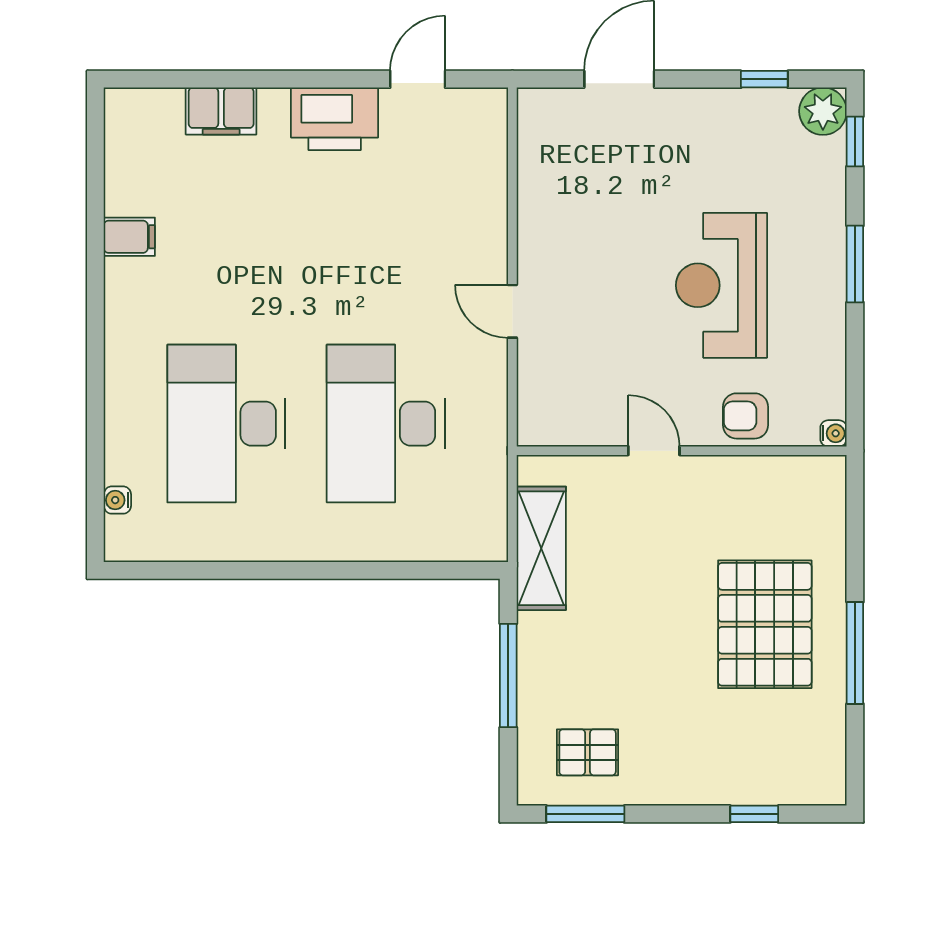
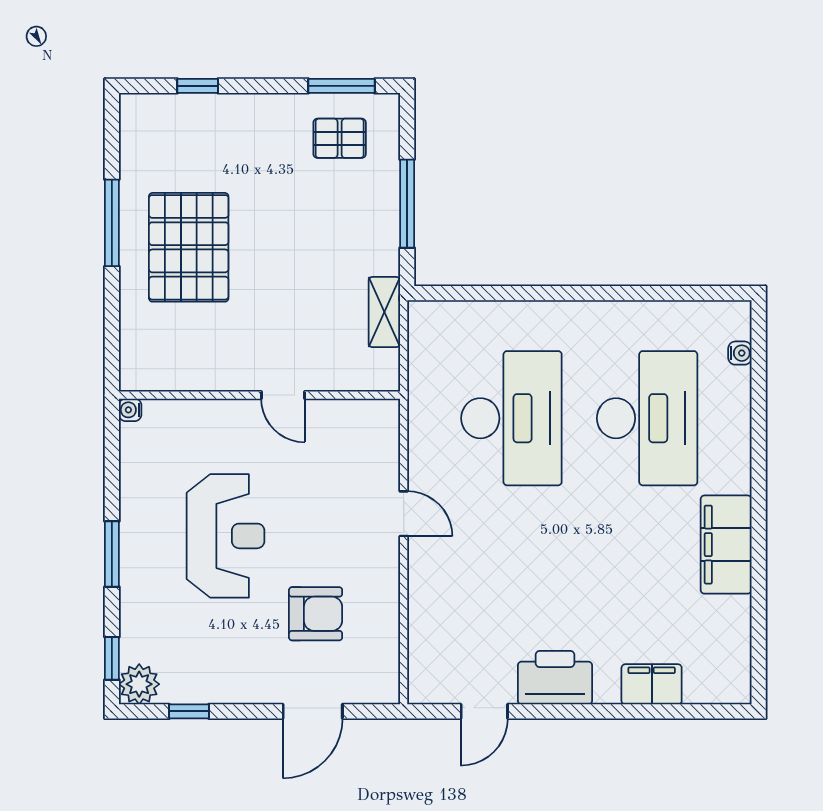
filing cabinet: (129, 237) -> (726, 545), width x3.00, depth x1.17
armchair: (746, 416) -> (316, 614), moved, width x1.38, depth x1.38
shelving: (541, 548) -> (384, 312), width x0.67, depth x0.75

